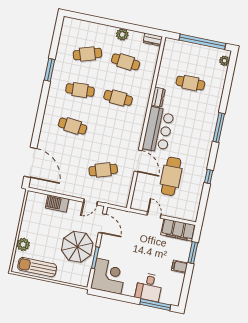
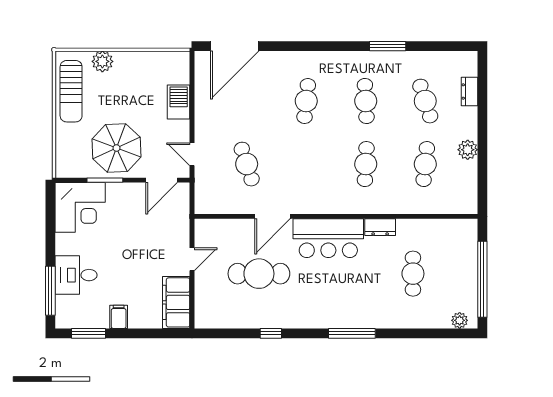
dresser: (153, 40) -> (470, 91), moved
window: (193, 253) -> (88, 333), moved
sun lounger: (37, 267) -> (71, 91), turned 180

